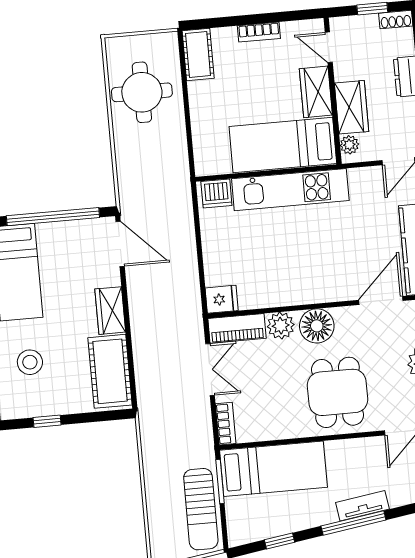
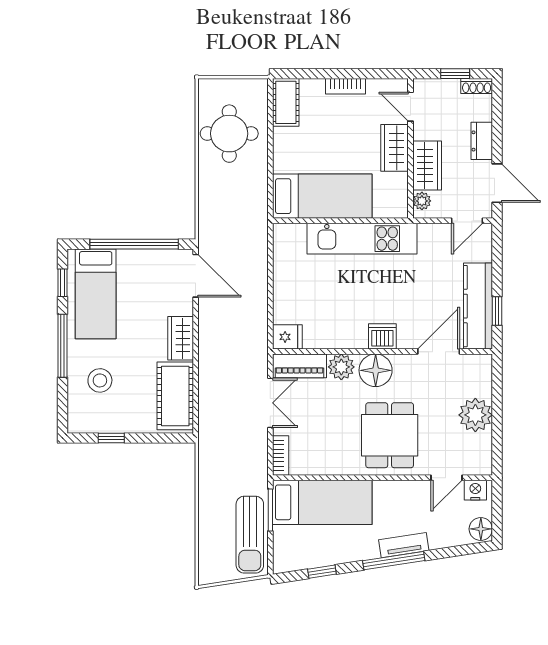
bed: (283, 145) -> (322, 196), moved, turned 180
dishwasher: (216, 193) -> (382, 336), moved, turned 180

